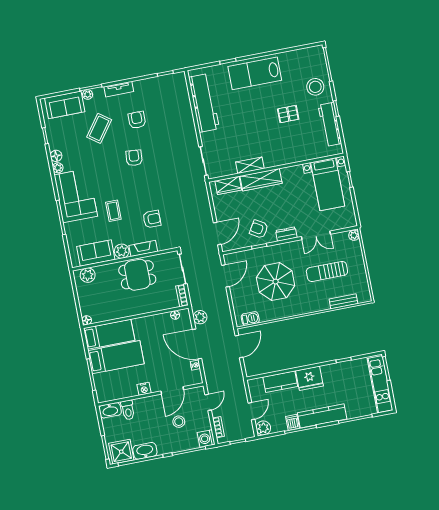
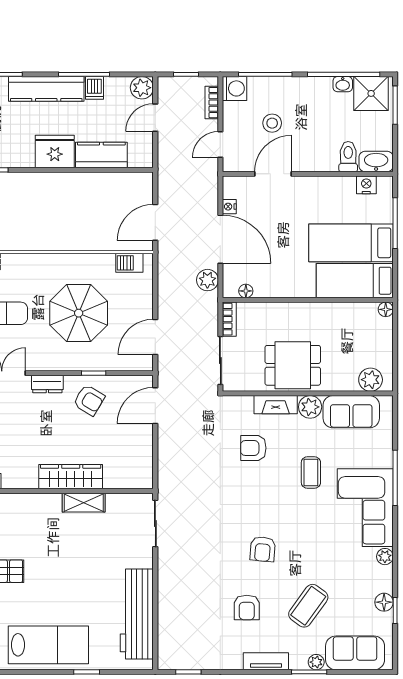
floor lamp: (56, 156) -> (384, 602), moved
wardrobe: (228, 185) -> (124, 478), removed
nightstand: (144, 389) -> (366, 185), moved
washbasin: (145, 451) -> (343, 84), width x0.52, depth x0.69

